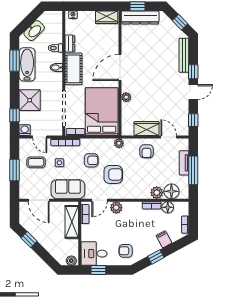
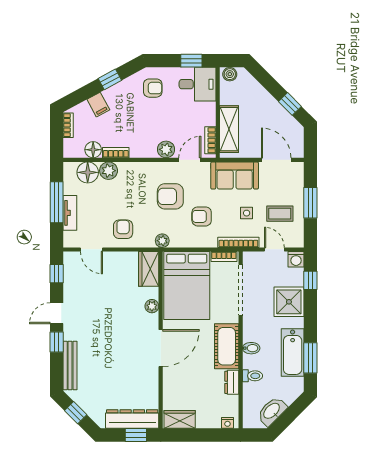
washbasin: (34, 31) -> (272, 411), moved
wardrobe: (146, 129) -> (149, 269), moved, turned 90

